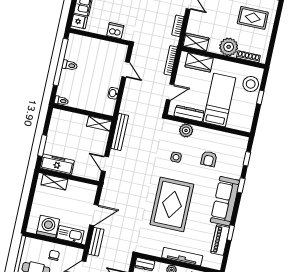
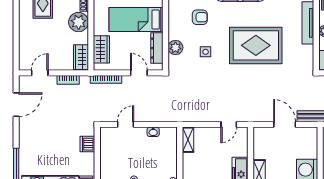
bench: (120, 132) -> (192, 116), removed
kitchen sink: (70, 235) -> (310, 145), removed

